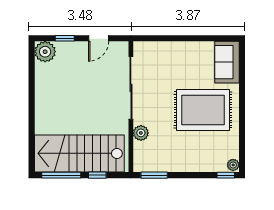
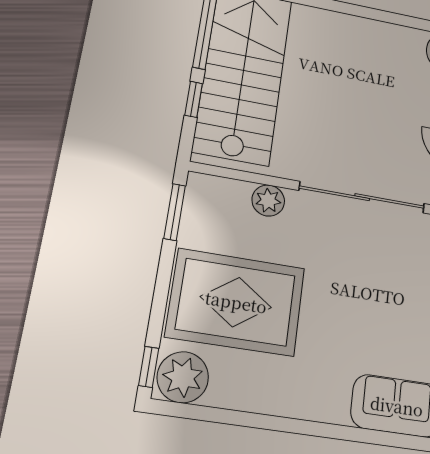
rug: (203, 110) -> (236, 302), moved, turned 90
plant: (233, 165) -> (183, 377), width x1.88, depth x1.88

